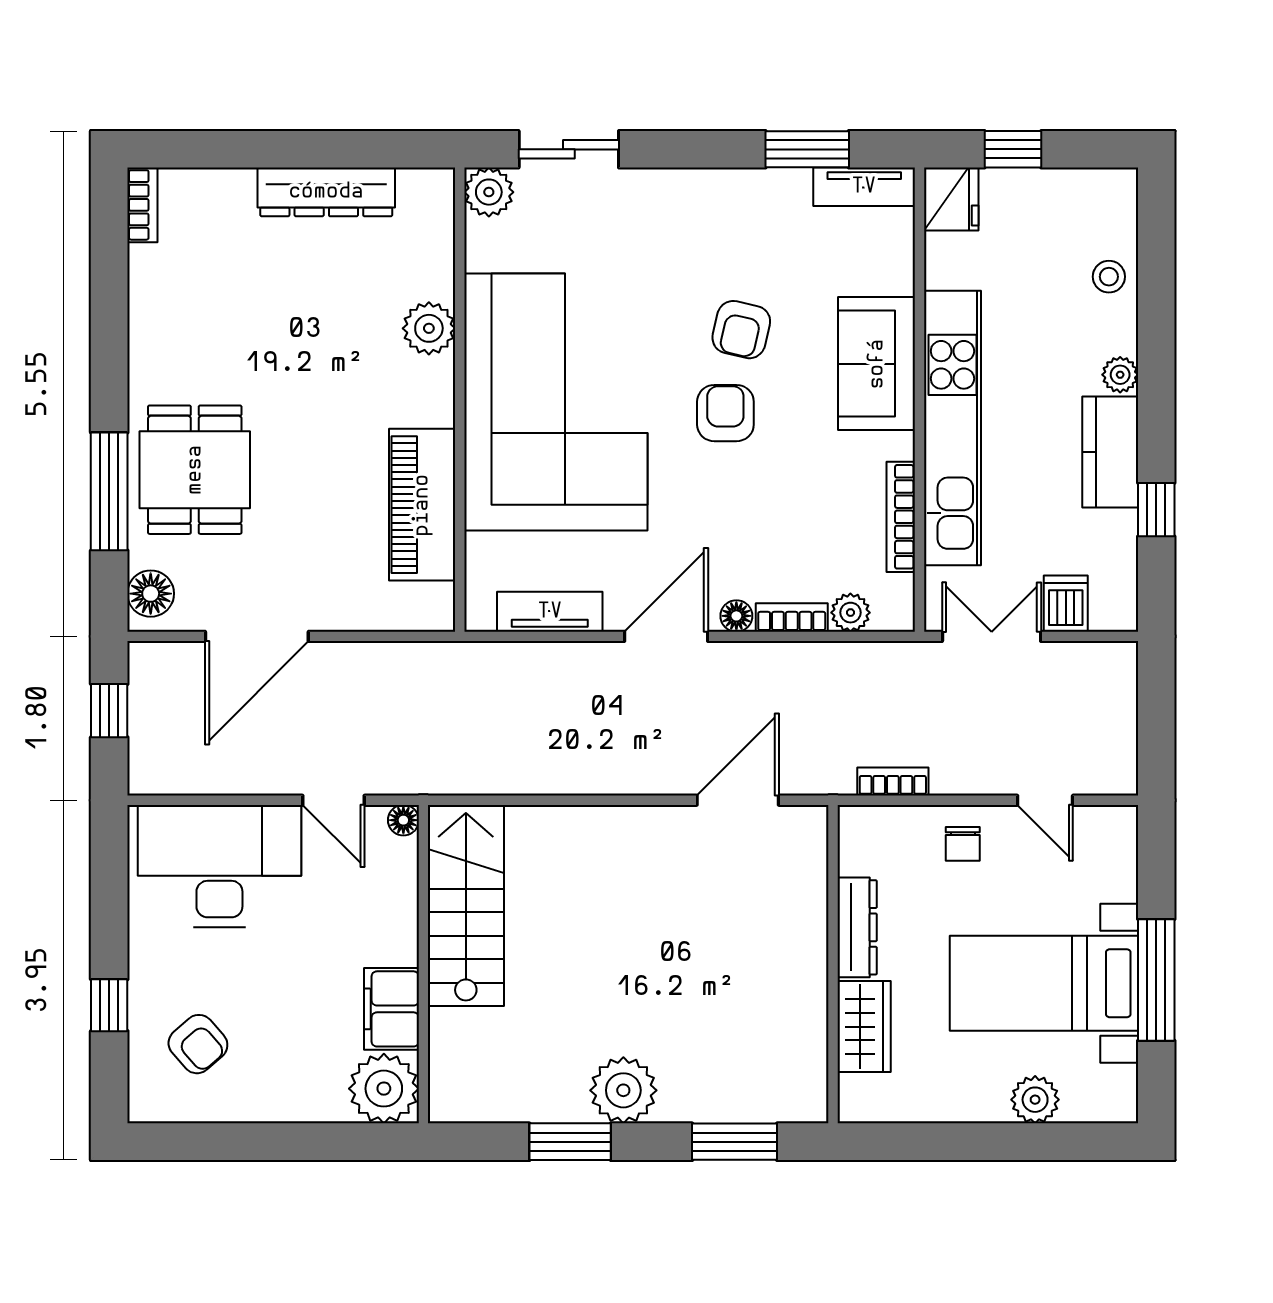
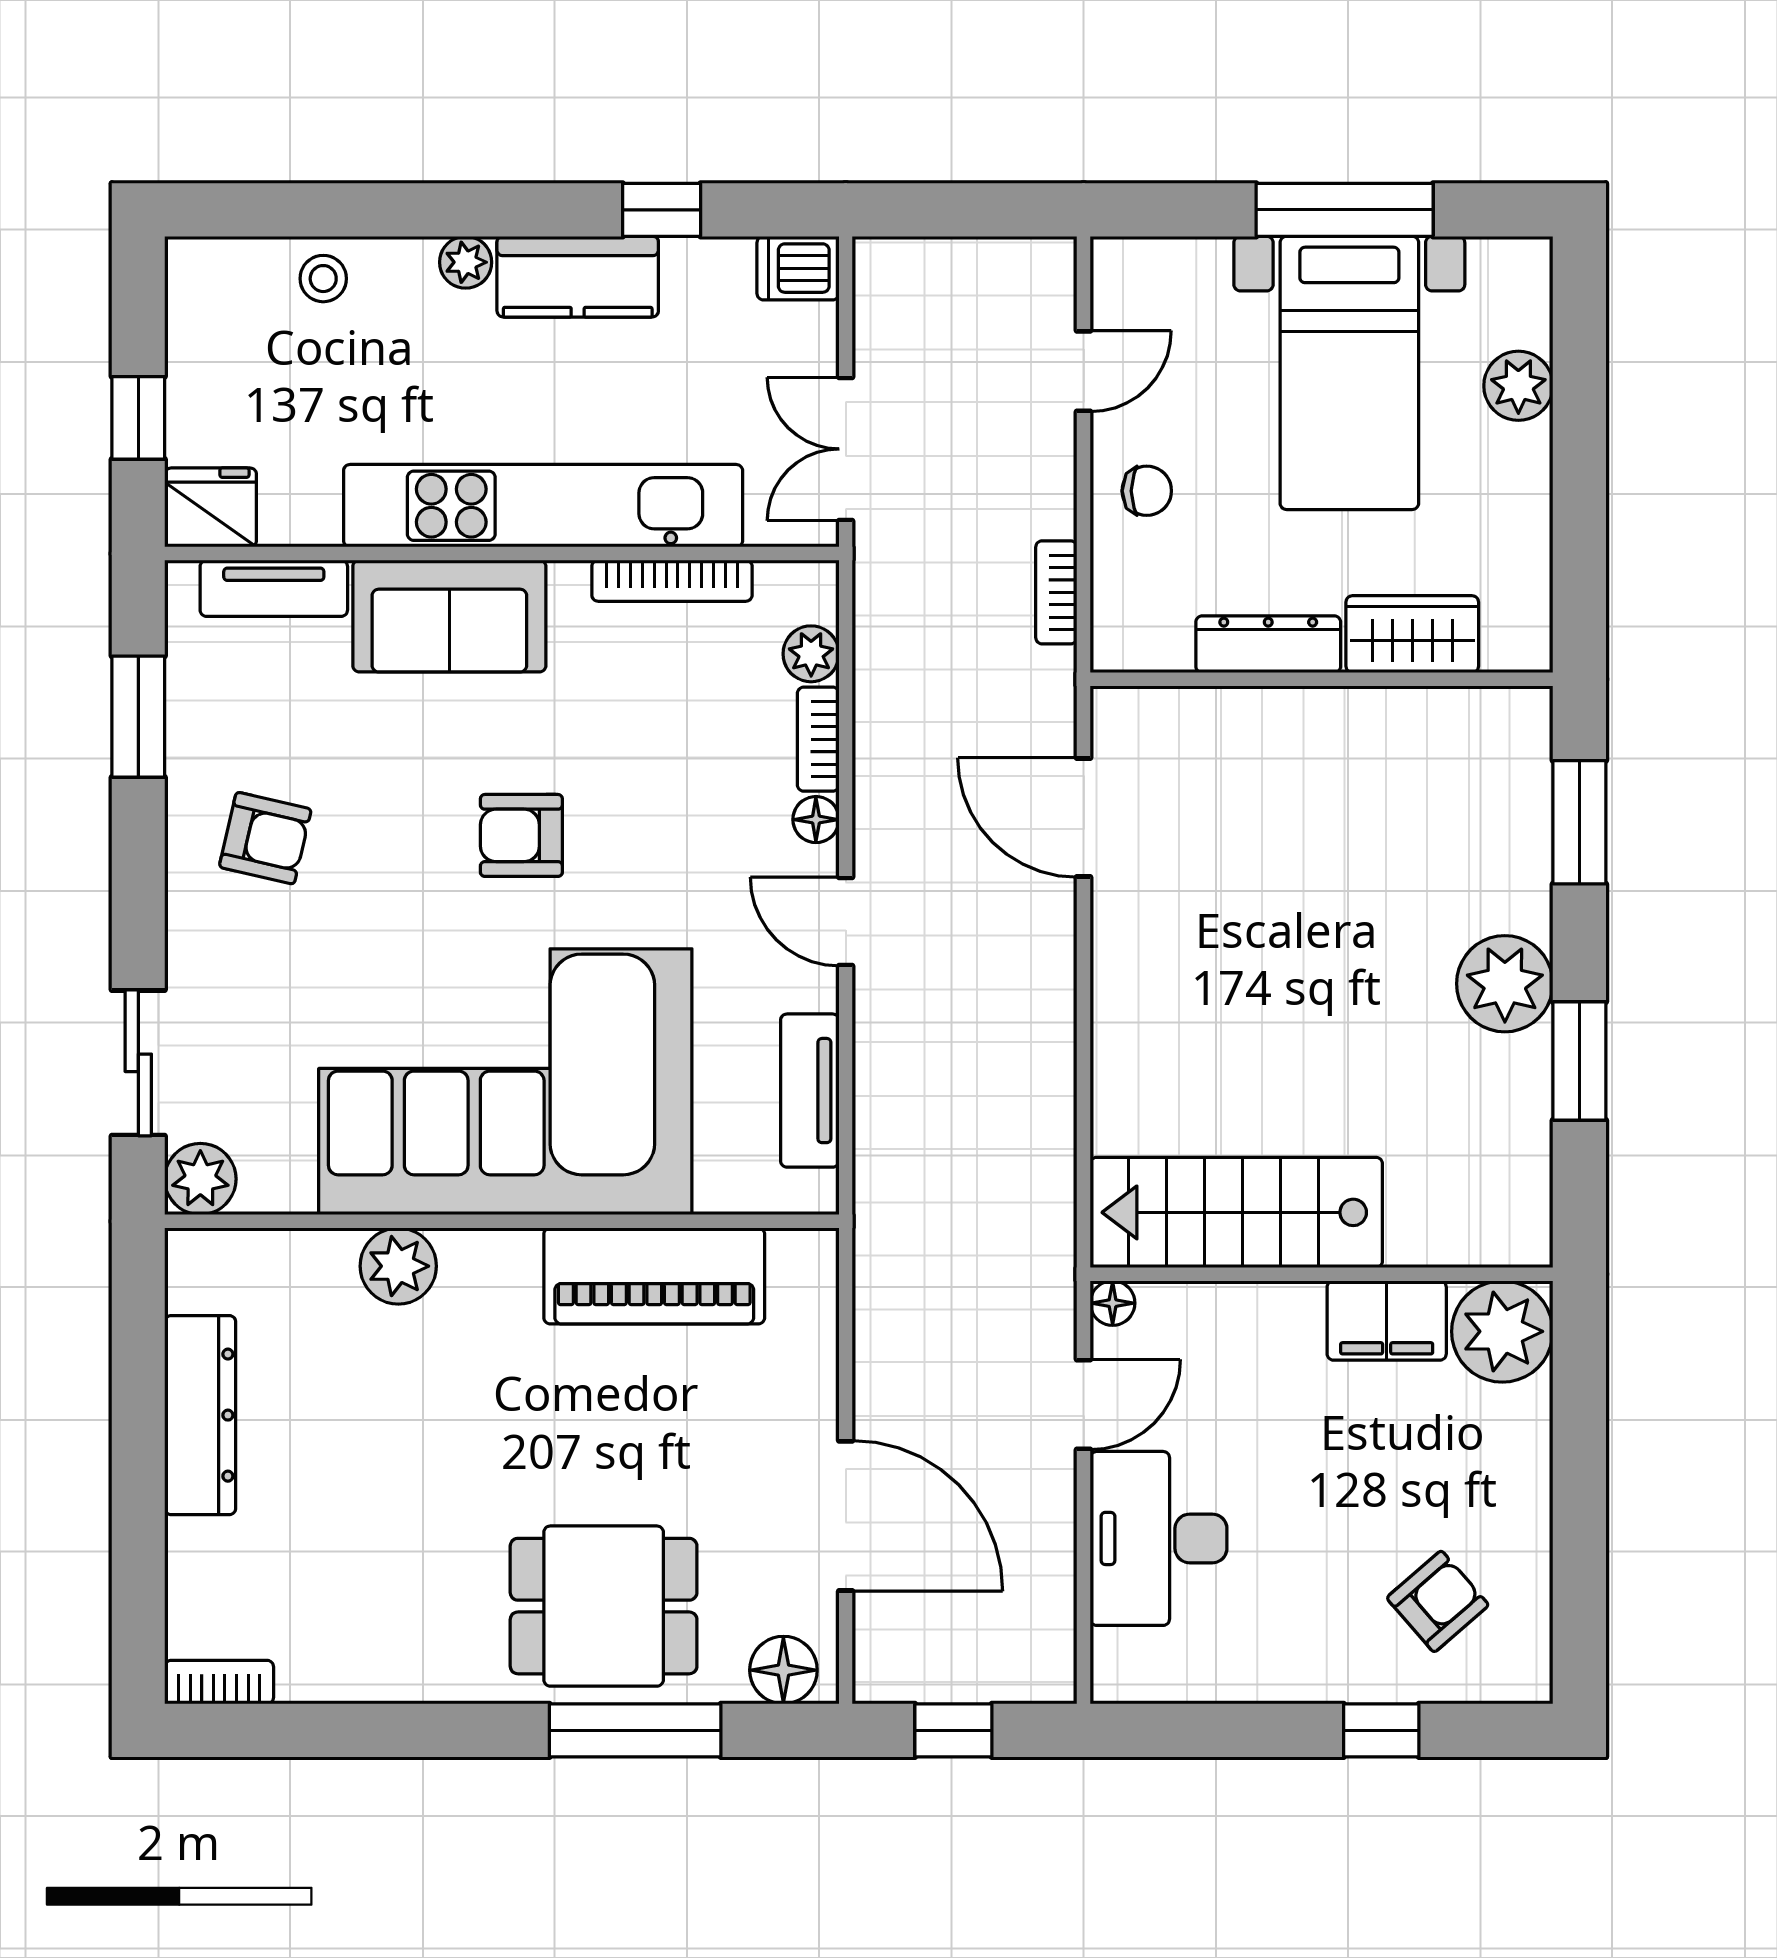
tv unit: (864, 187) -> (274, 588), moved, turned 90
armchair: (741, 330) -> (265, 838), moved
dishwasher: (1066, 604) -> (798, 268), moved
door: (666, 636) -> (846, 922), width x0.73
desk: (219, 866) -> (1159, 1538), width x0.73, depth x0.77

